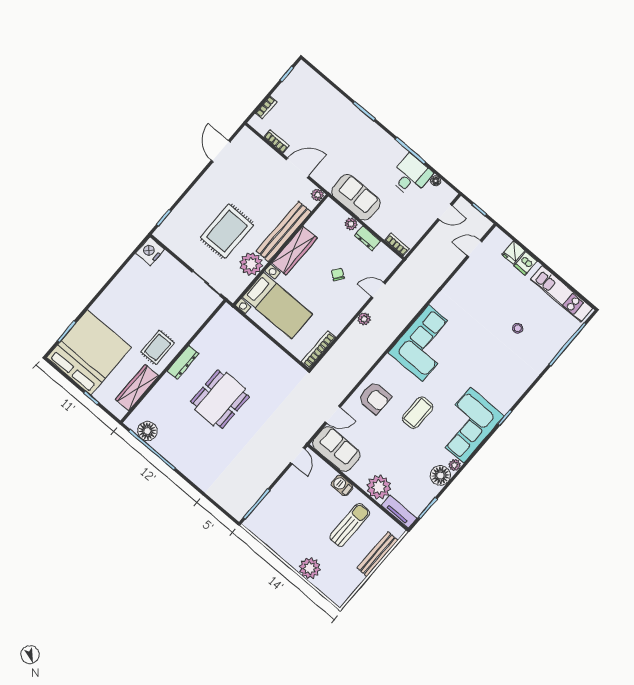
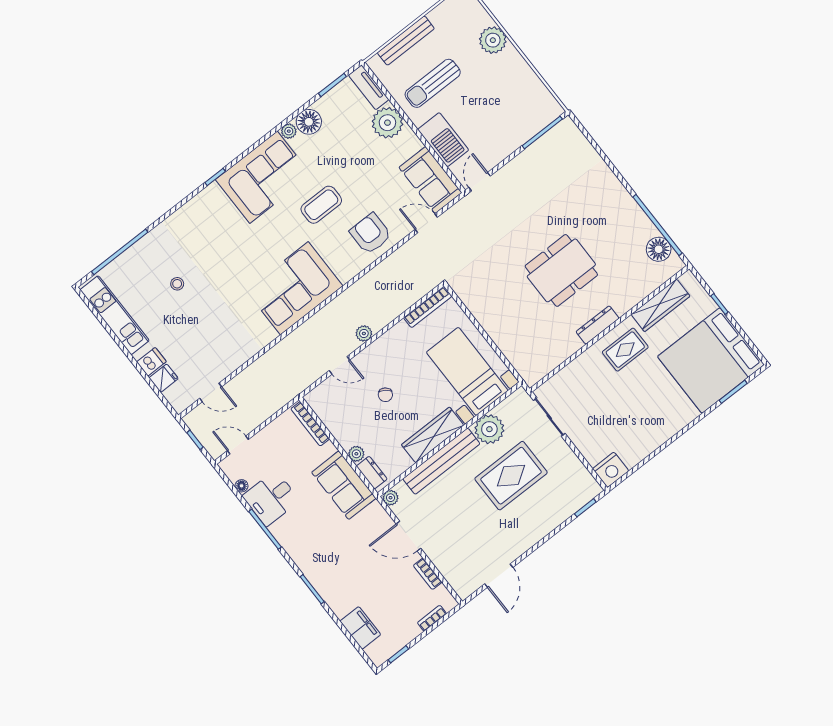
filing cabinet: (321, 89) -> (360, 628), added
dresser: (368, 238) -> (372, 473), moved
bookcase: (397, 244) -> (310, 424), width x1.56
barbecue: (342, 486) -> (443, 140), width x1.88, depth x1.53

